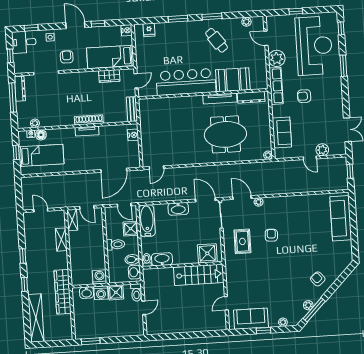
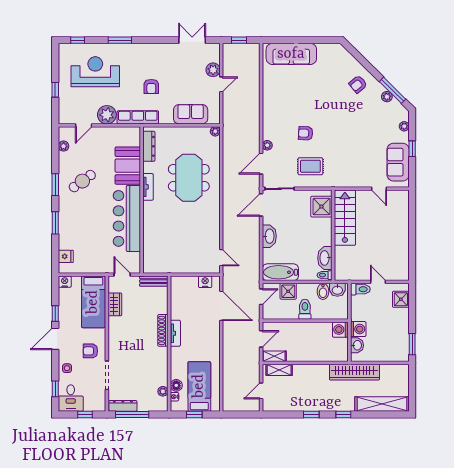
reception desk: (314, 46) -> (95, 72), width x0.74, depth x0.77
tv unit: (220, 99) -> (148, 187), width x0.71
nightstand: (133, 135) -> (205, 282), moved
shelving: (61, 240) -> (279, 370), moved
shower: (116, 292) -> (401, 299), moved

